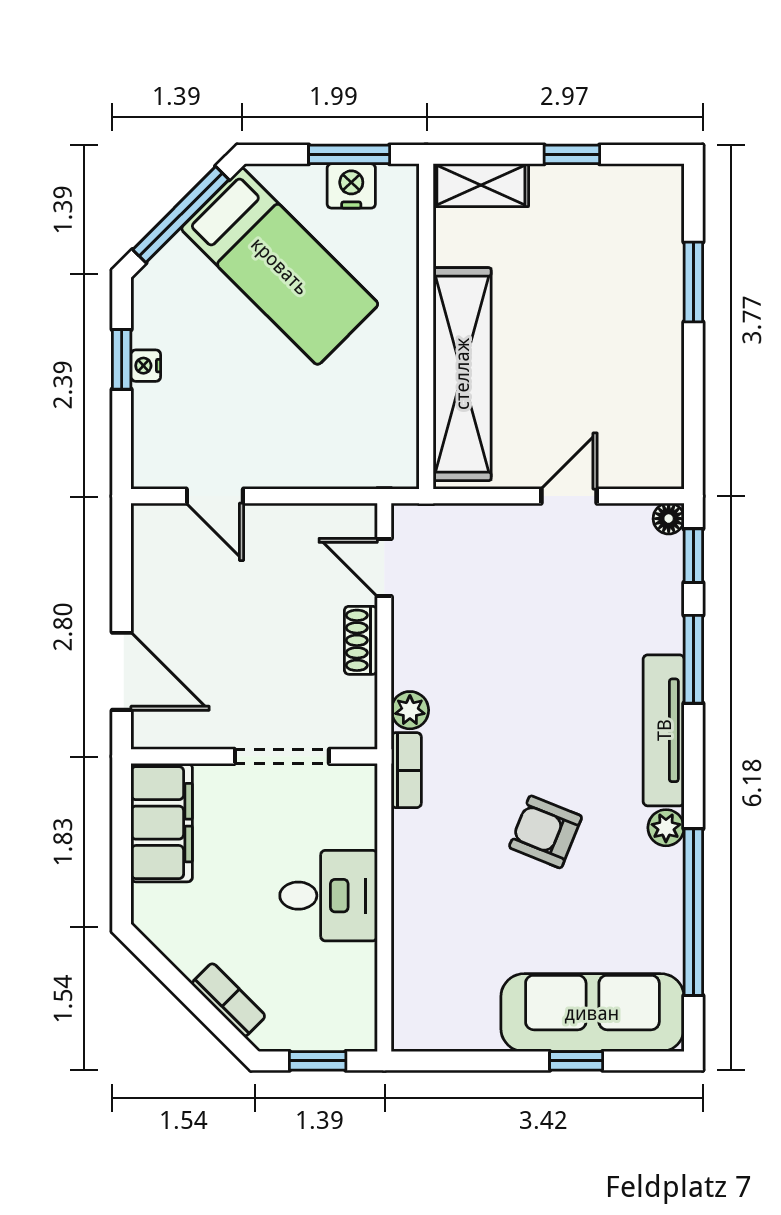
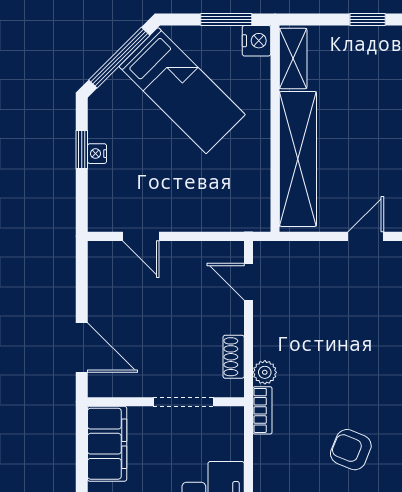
shelving: (481, 185) -> (293, 59), moved, turned 90
nightstand: (351, 186) -> (256, 41), moved, turned 90
shoe rack: (361, 640) -> (234, 357), moved

